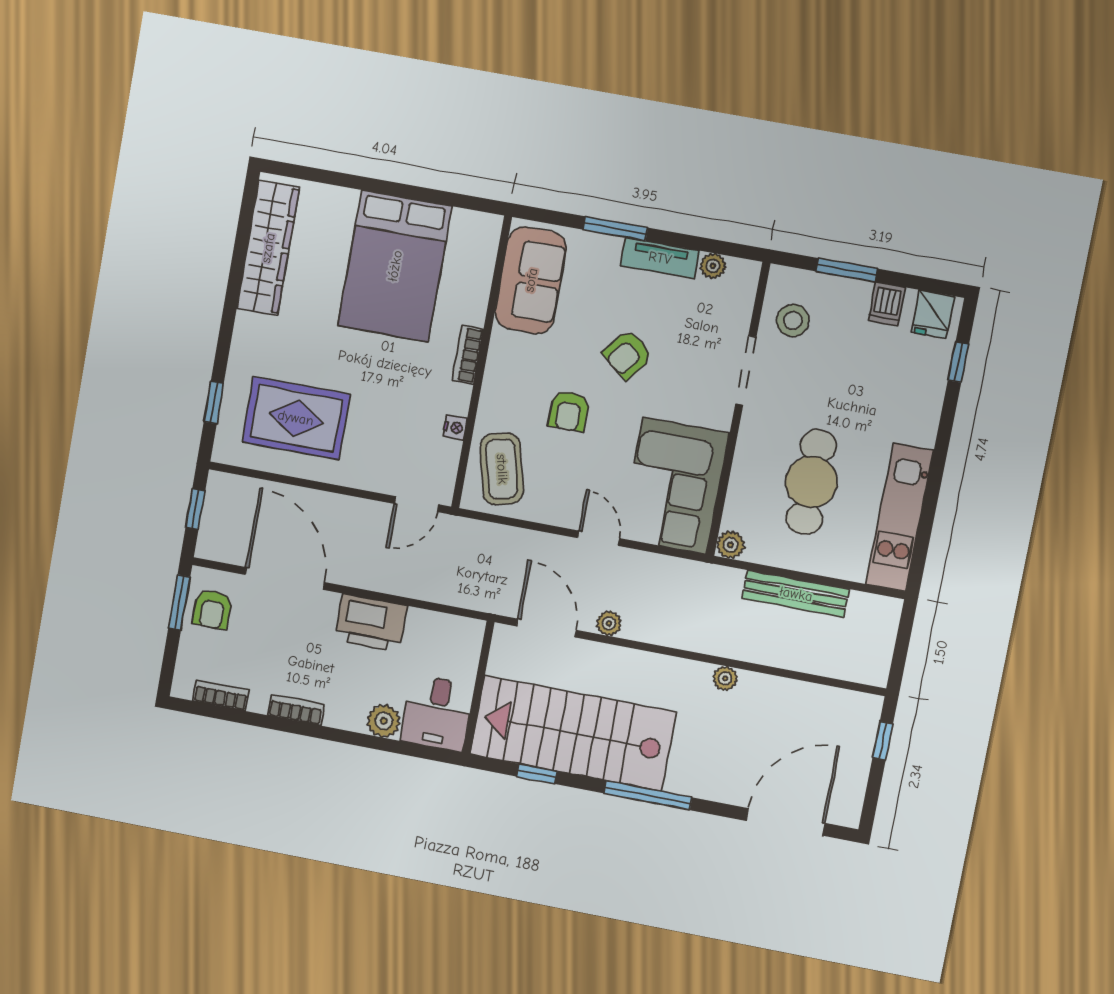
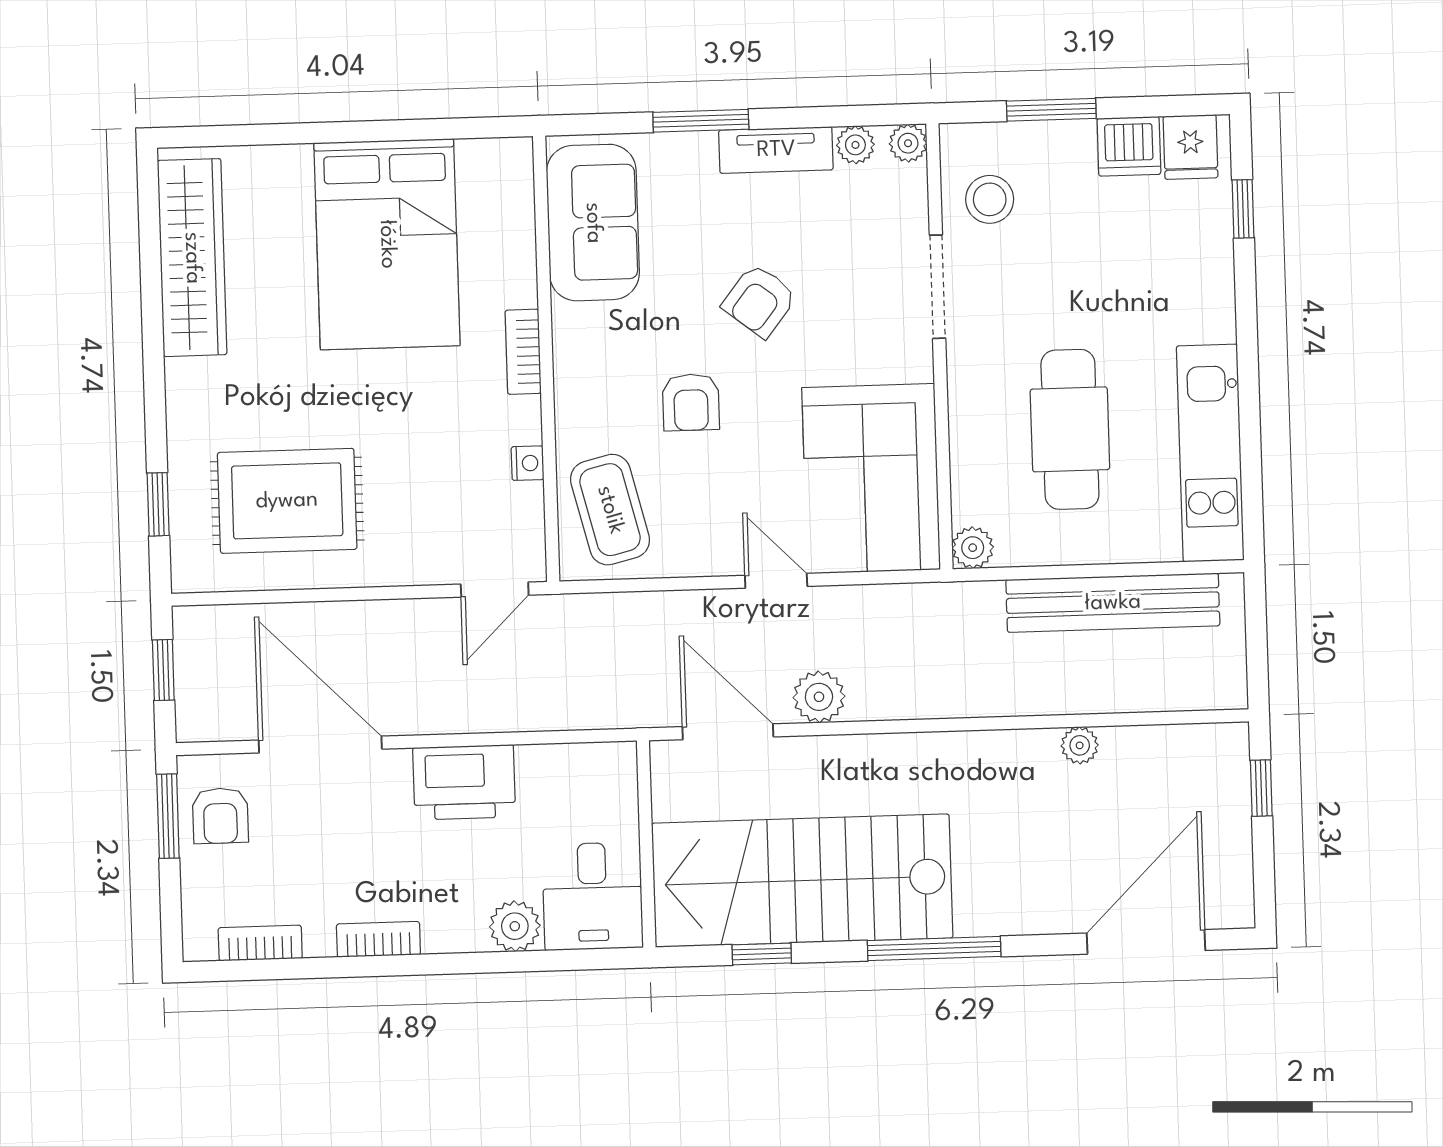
plant: (748, 272) -> (908, 143), added
dishwasher: (887, 304) -> (1129, 146), width x1.38
bench: (796, 594) -> (1113, 603), width x1.37, depth x1.21
plant: (609, 623) -> (819, 697), width x1.38, depth x1.38
plant: (725, 678) -> (1080, 745), moved

